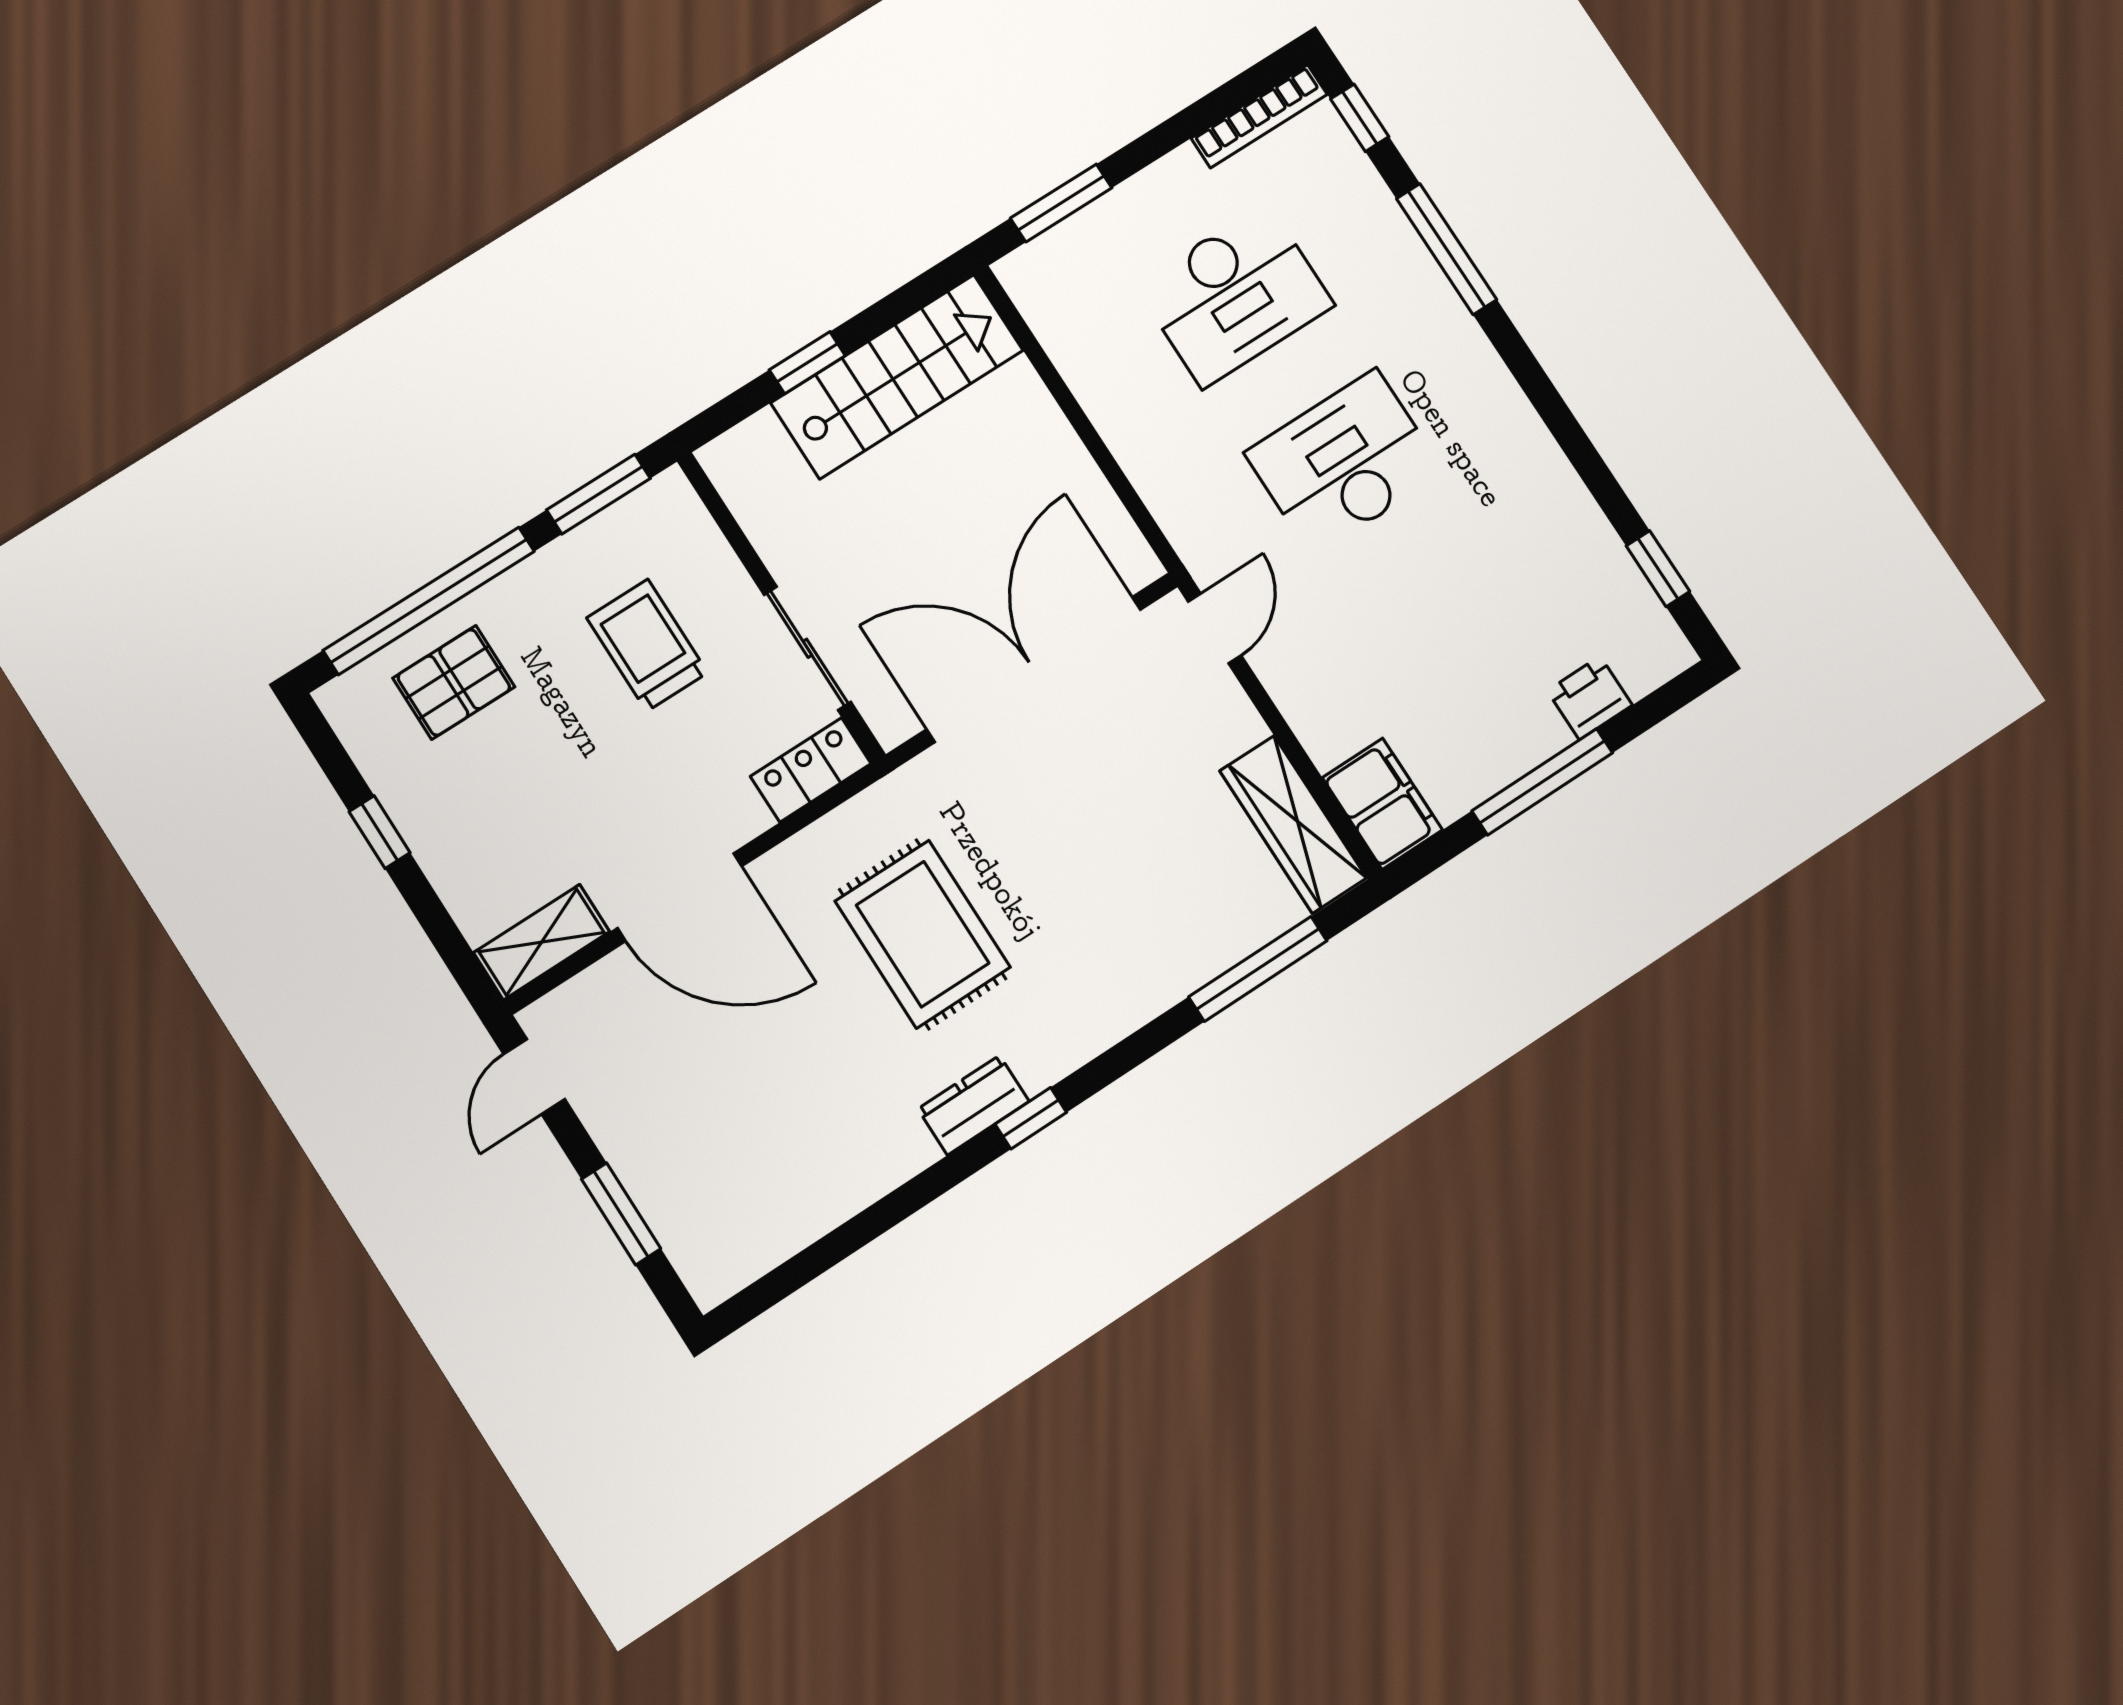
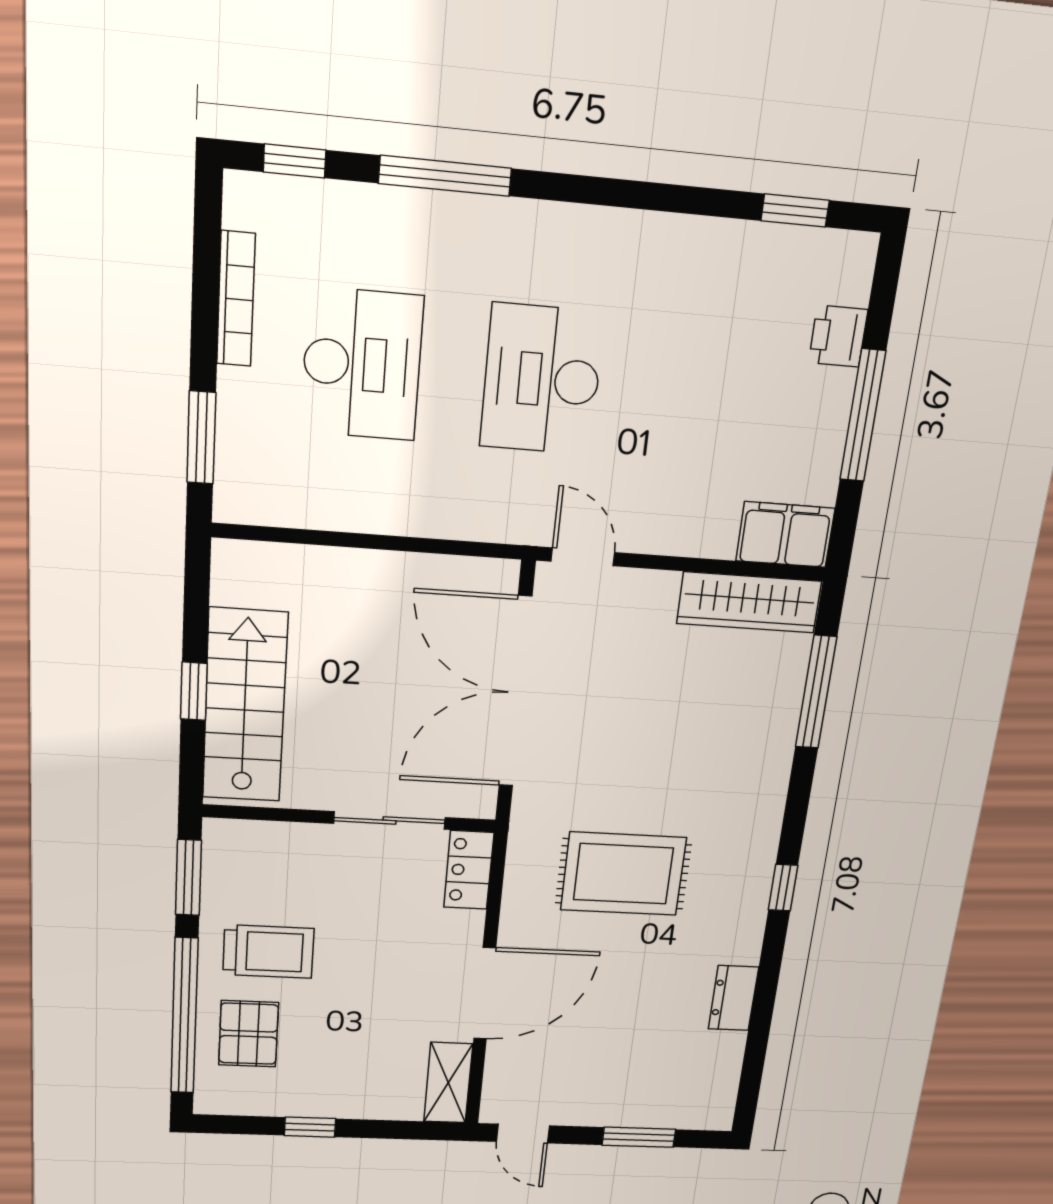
bookcase: (1259, 116) -> (236, 299), moved
stairs: (897, 377) -> (245, 706), moved
trolley: (647, 645) -> (268, 952), moved, turned 180
dresser: (974, 1105) -> (733, 998), moved

